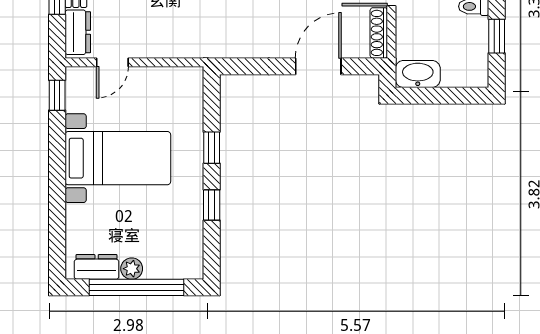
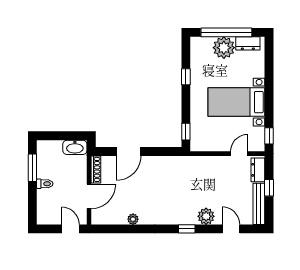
window: (497, 36) -> (32, 168), width x1.50
window: (212, 148) -> (186, 132), moved
plant: (132, 269) -> (224, 48), width x1.87, depth x1.87

